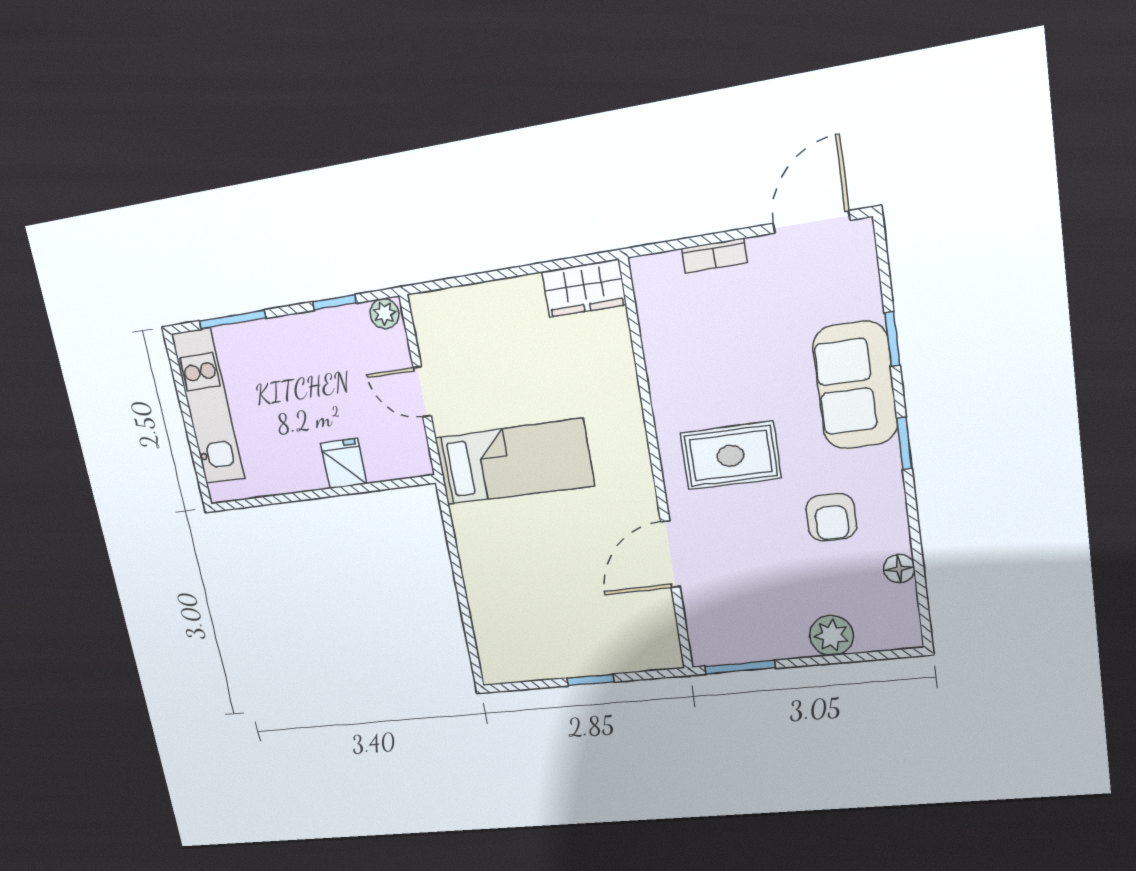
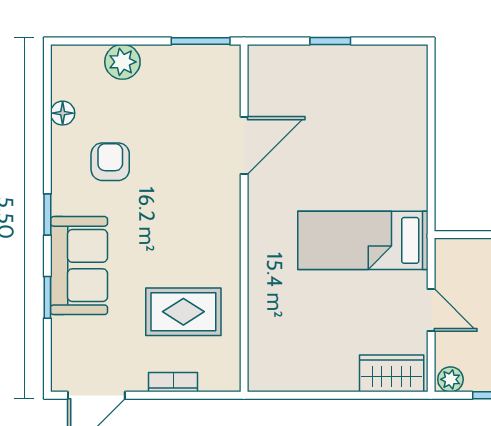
wardrobe: (584, 288) -> (392, 373), moved
rug: (731, 456) -> (183, 312), moved

